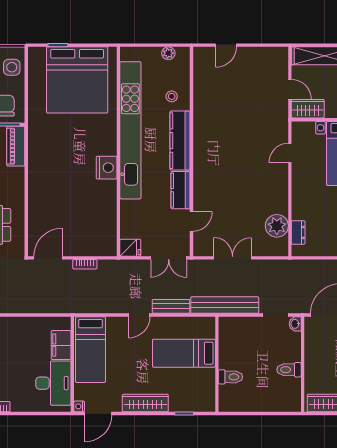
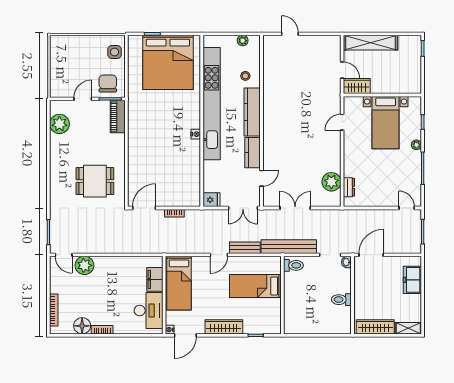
door: (226, 45) -> (290, 34), swing flipped
nightstand: (107, 168) -> (196, 134), width x0.53, depth x0.56
toilet: (230, 377) -> (293, 265), moved

